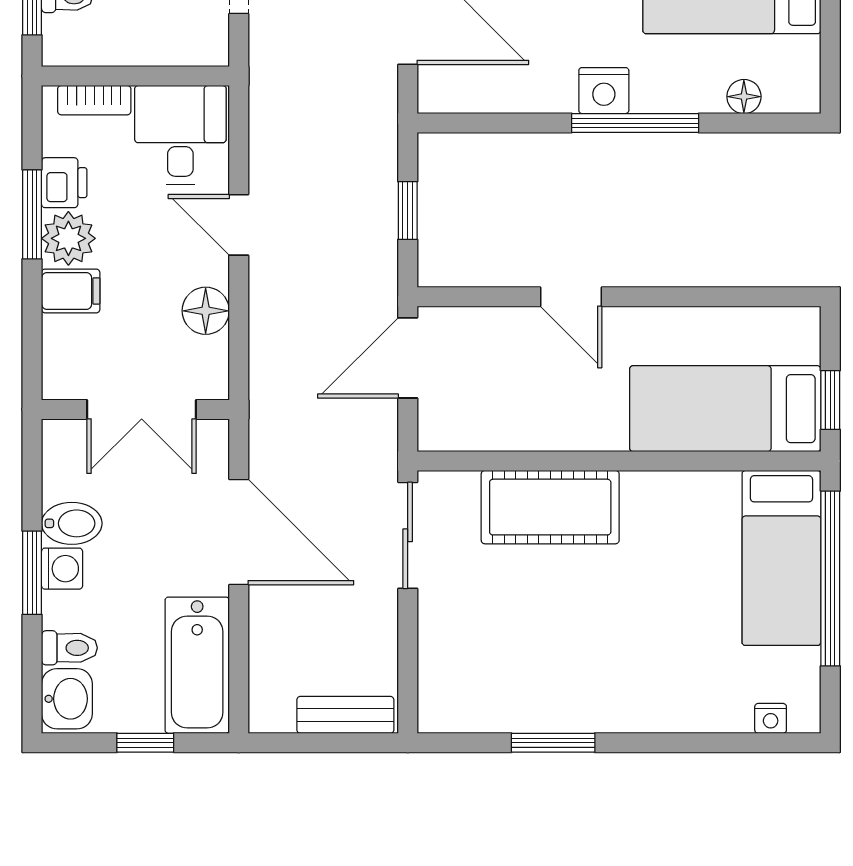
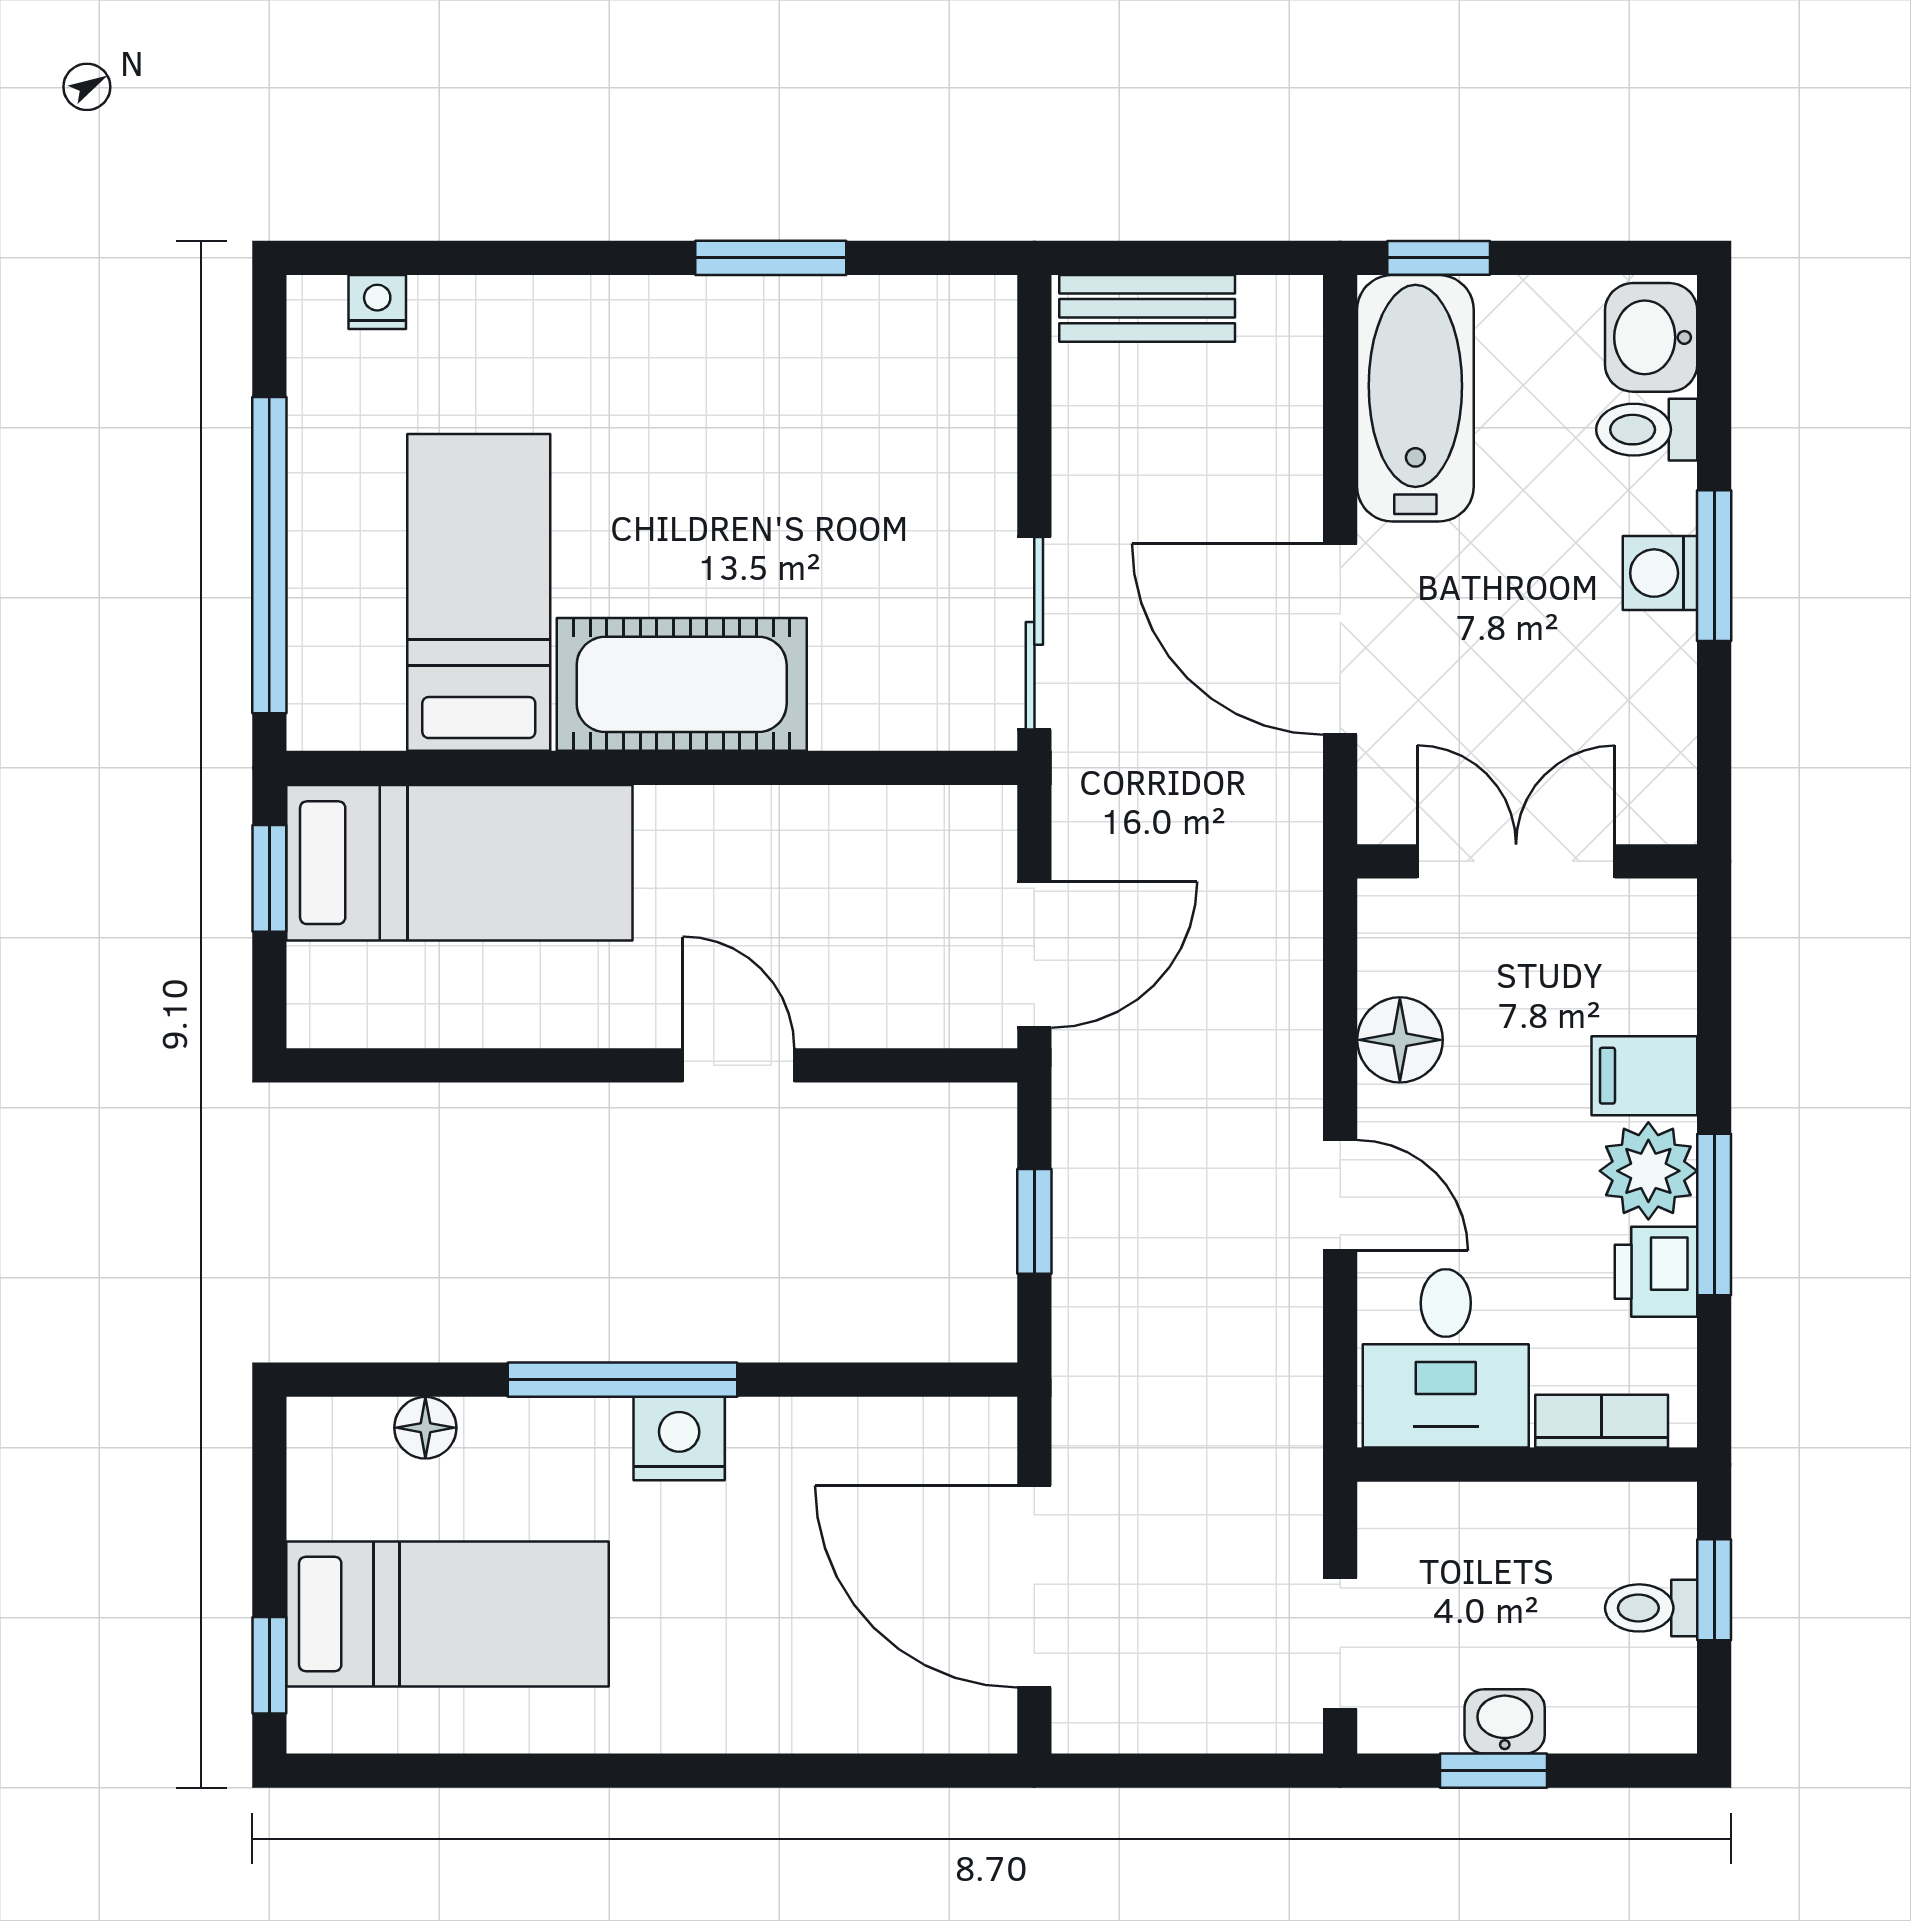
cot: (550, 507) -> (682, 684), moved
bidet: (72, 523) -> (1642, 655), removed
bed: (781, 558) -> (479, 592), moved
window: (145, 743) -> (1439, 258), moved

